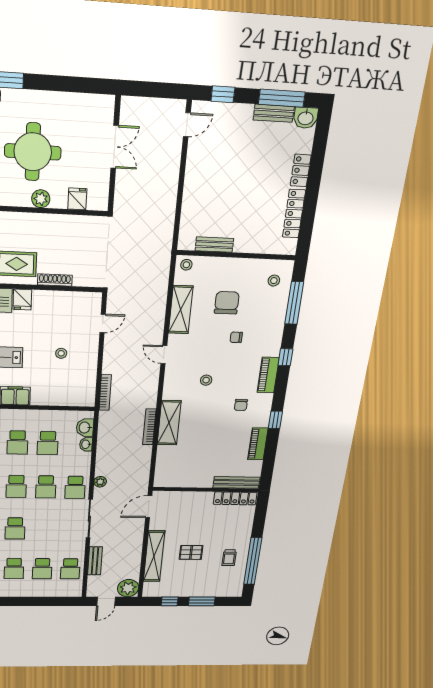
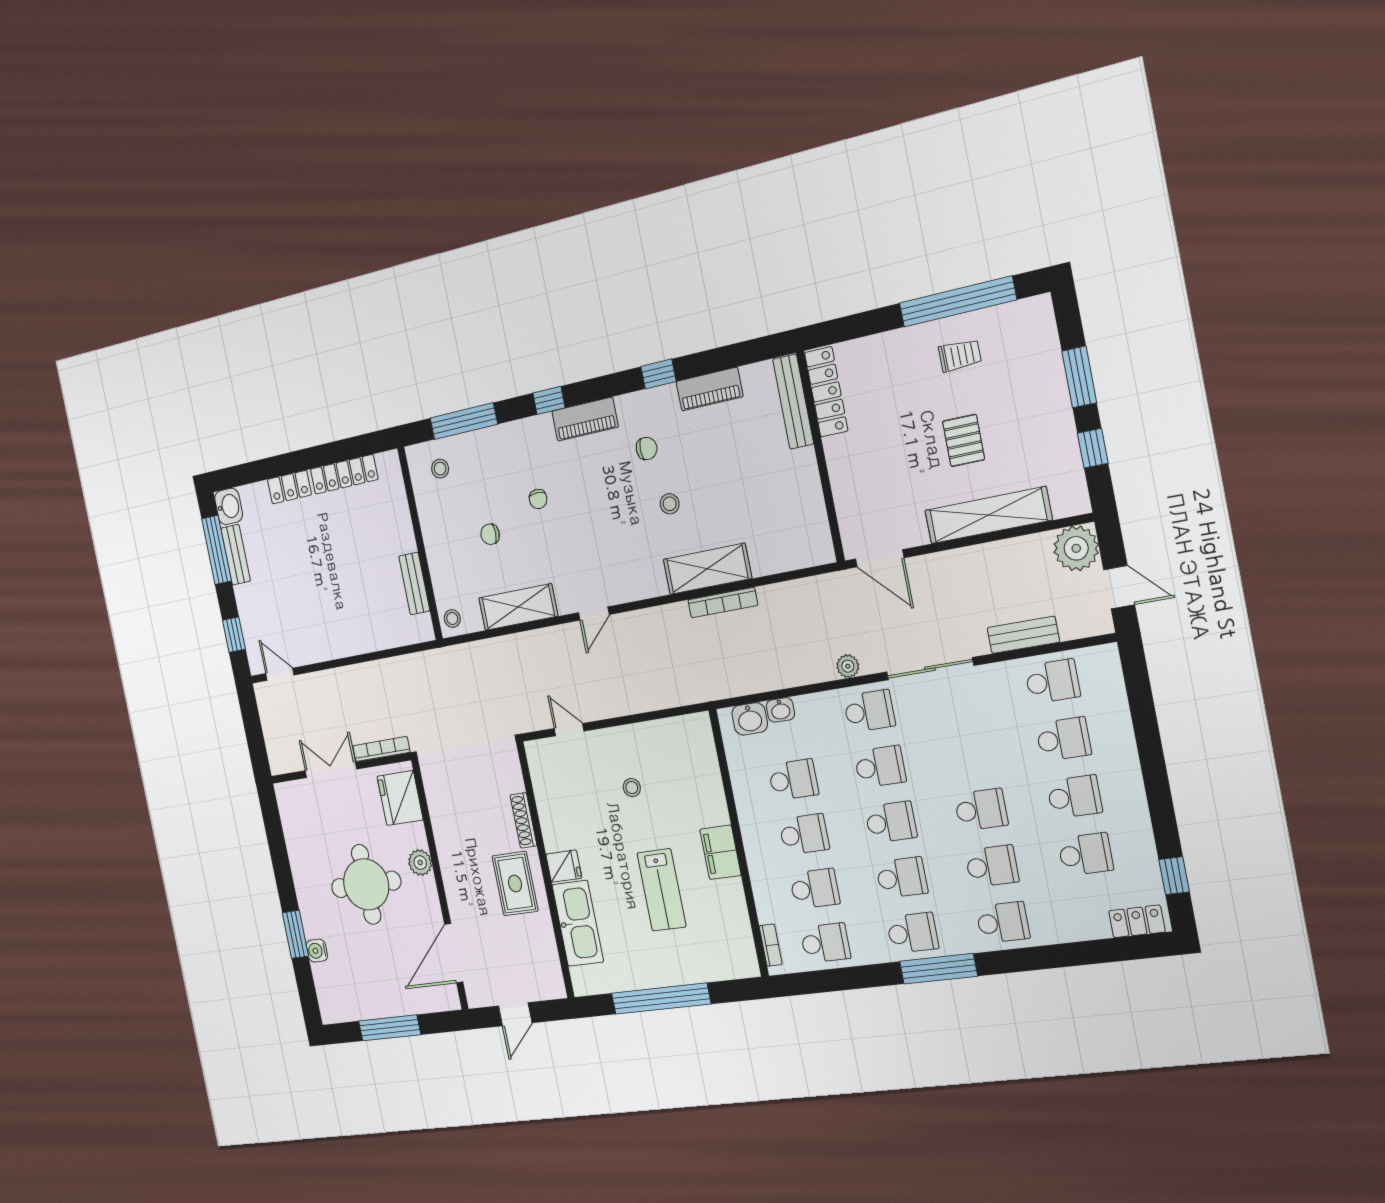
fridge: (77, 199) -> (400, 798), width x1.88, depth x1.34
chair: (227, 303) -> (490, 534), width x0.54, depth x0.54
stool: (206, 380) -> (670, 504), moved
bookcase: (105, 392) -> (381, 749), moved

